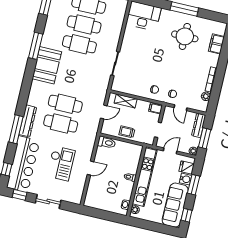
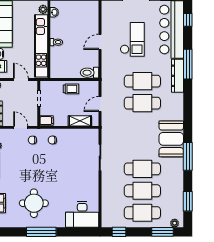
door: (170, 151) -> (21, 80), swing flipped
checkout: (61, 163) -> (132, 39), turned 180

